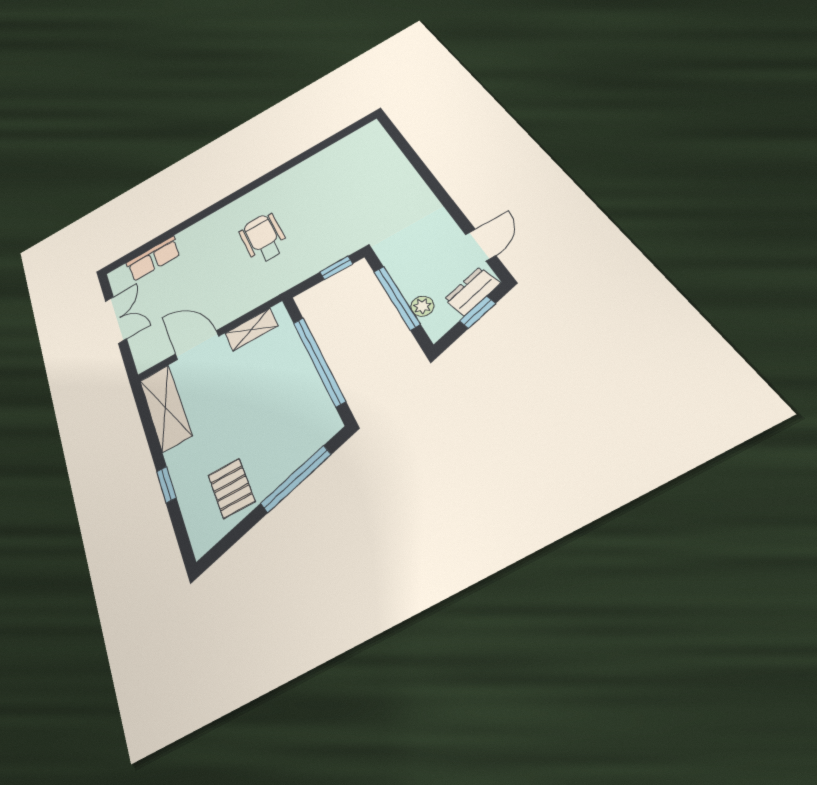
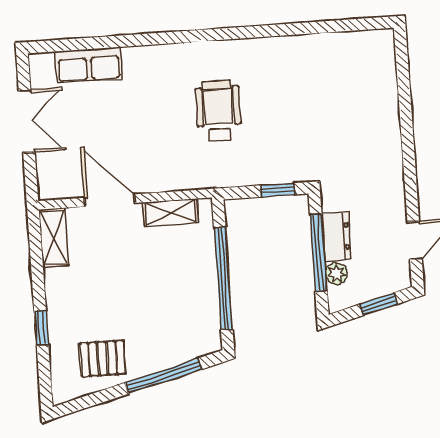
dresser: (472, 291) -> (336, 237), moved, turned 104
shelving: (165, 408) -> (54, 237), width x0.67, depth x0.75
pallet: (231, 488) -> (103, 359), turned 90

